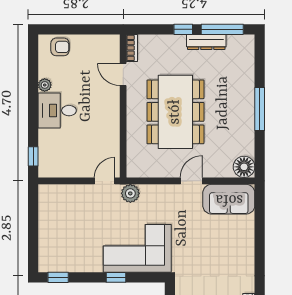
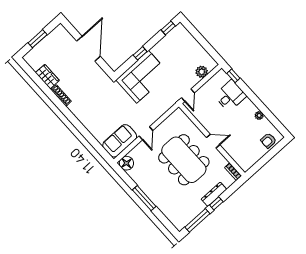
dresser: (206, 42) -> (214, 194), moved
door: (123, 74) -> (213, 141), moved
desk: (57, 111) -> (230, 96), moved
plant: (130, 193) -> (202, 72), moved

